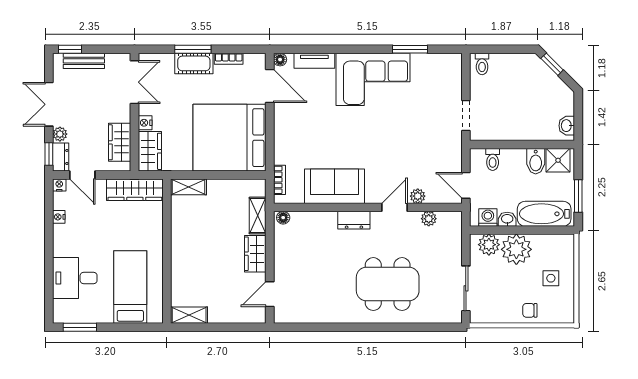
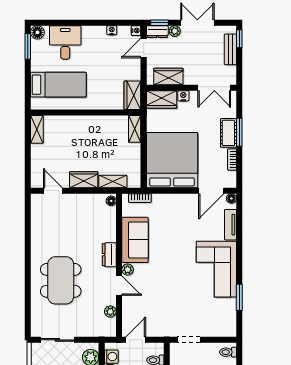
wardrobe: (135, 190) -> (132, 95), width x0.67
plant: (418, 196) -> (128, 270), moved
floor lamp: (62, 315) -> (37, 32), added

